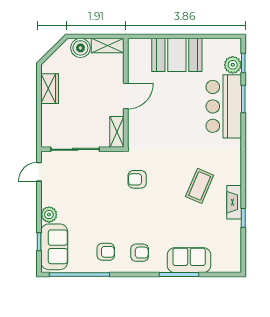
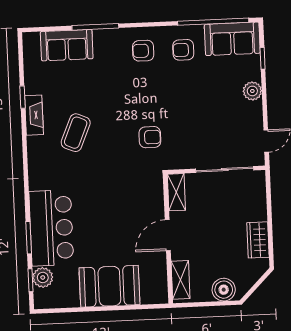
shelving: (108, 46) -> (181, 280), moved, turned 90
sofa: (54, 247) -> (232, 39), moved, turned -90
sofa: (189, 260) -> (67, 45), moved

